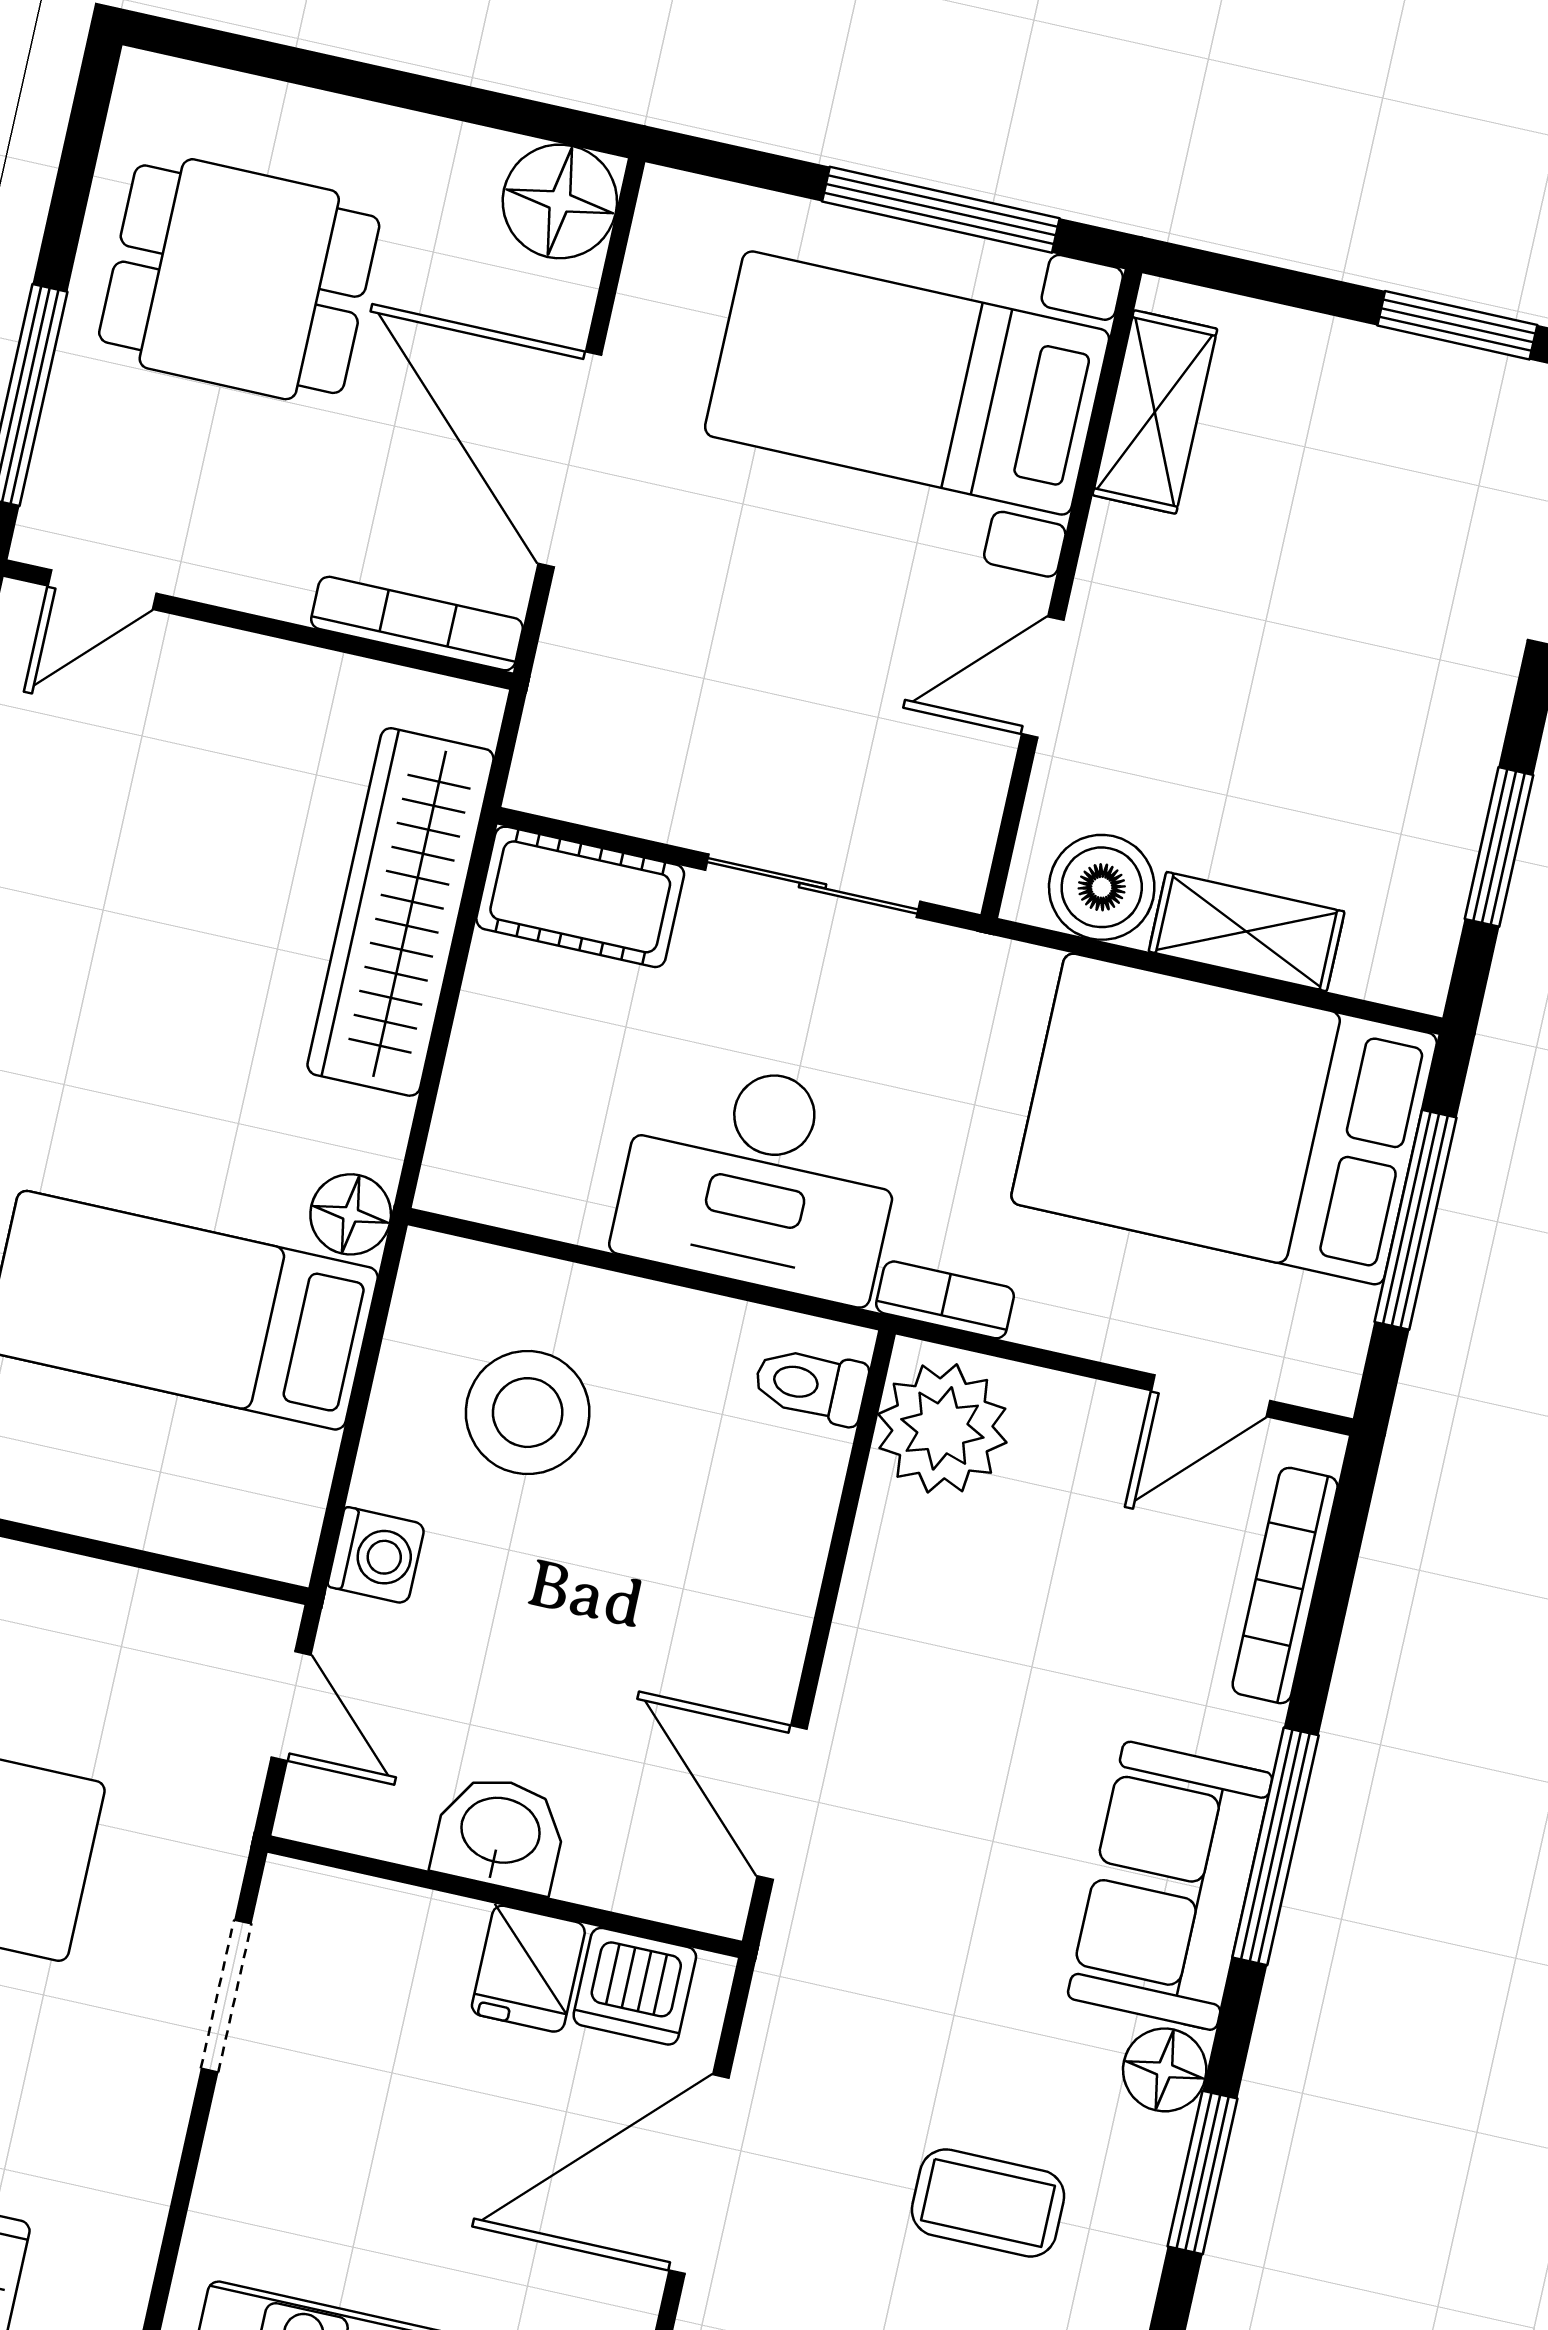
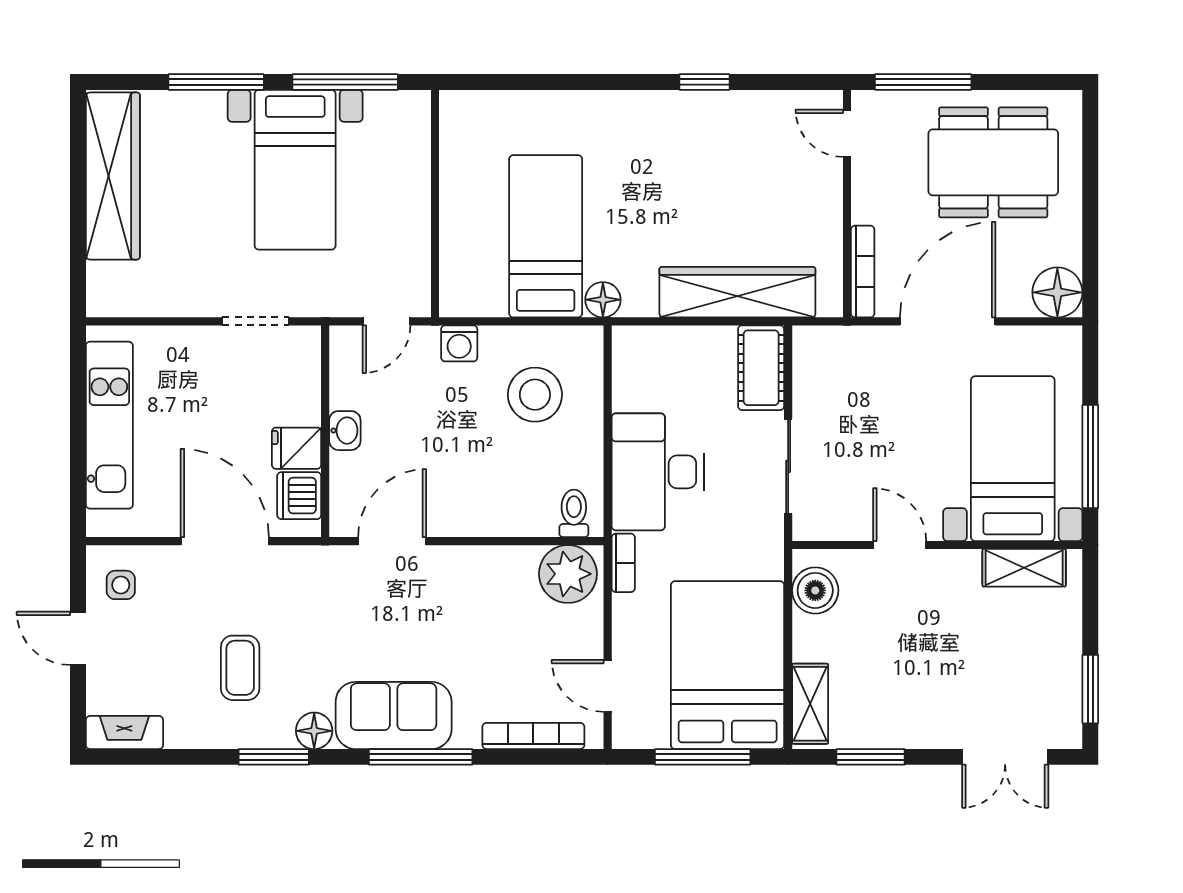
dining table: (239, 279) -> (993, 162), width x1.38
shelving: (1247, 932) -> (810, 704), moved
washbasin: (500, 1833) -> (345, 431), width x0.72, depth x0.69

